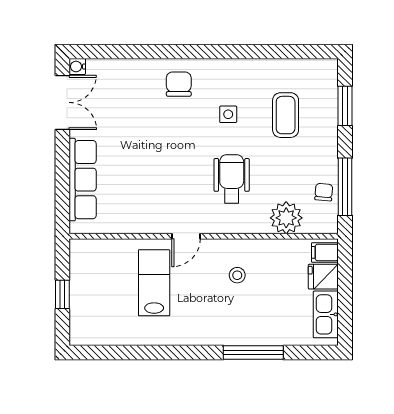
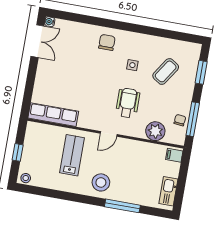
coffee table: (286, 115) -> (166, 71), turned 33
row of seats: (83, 180) -> (53, 115), moved, turned -90
door: (186, 236) -> (109, 134), moved
stool: (237, 275) -> (101, 182), moved, width x1.89, depth x1.89
fridge: (323, 277) -> (171, 169), removed
stool: (84, 335) -> (26, 178), added

